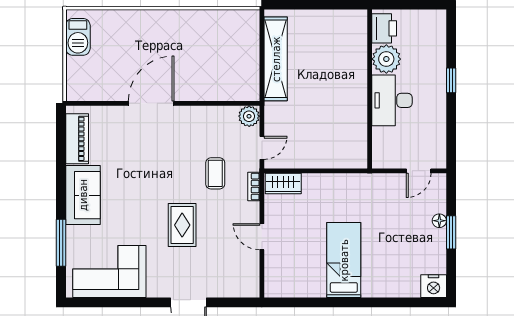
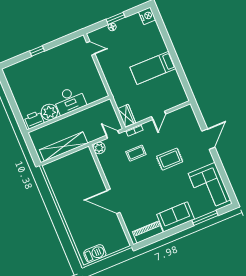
printer: (384, 28) -> (34, 120), moved
plant: (386, 59) -> (49, 112), moved
wall: (370, 89) -> (68, 114), moved
desk: (392, 100) -> (70, 100), moved

